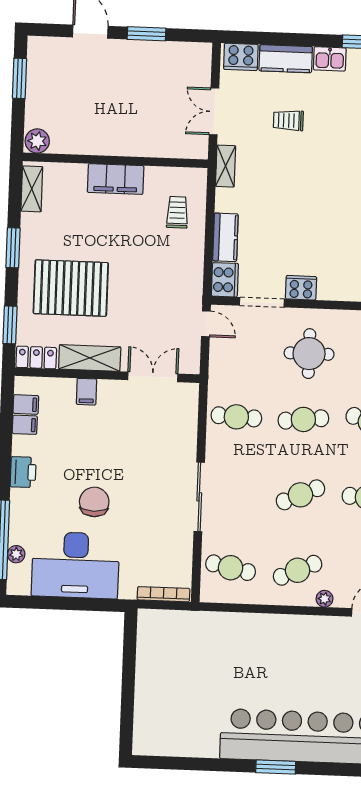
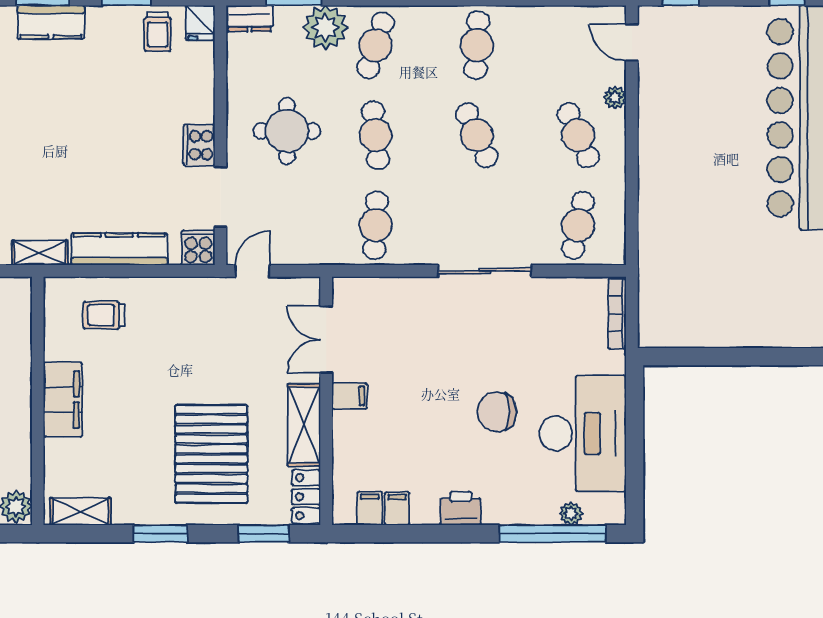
kitchen counter: (225, 237) -> (119, 249), width x1.50
cooker: (225, 280) -> (198, 248), width x0.73
filing cabinet: (87, 392) -> (349, 396), moved

